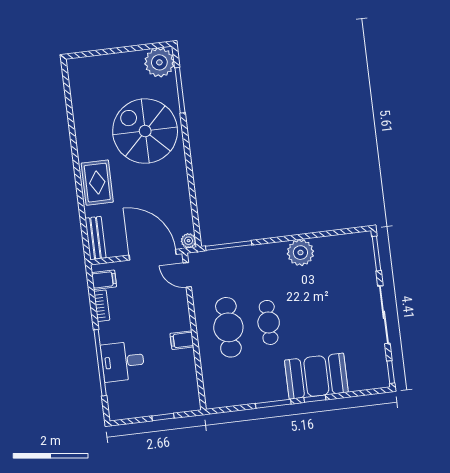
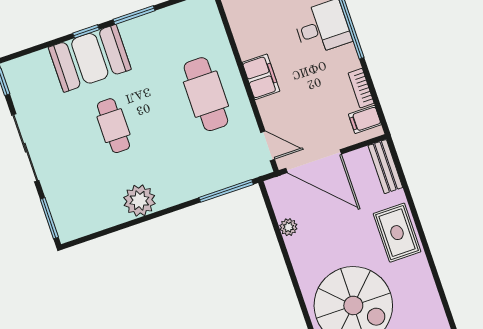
plant: (189, 241) -> (288, 227), moved
cafe table: (269, 322) -> (113, 126), moved
filing cabinet: (182, 340) -> (261, 77), width x2.00

